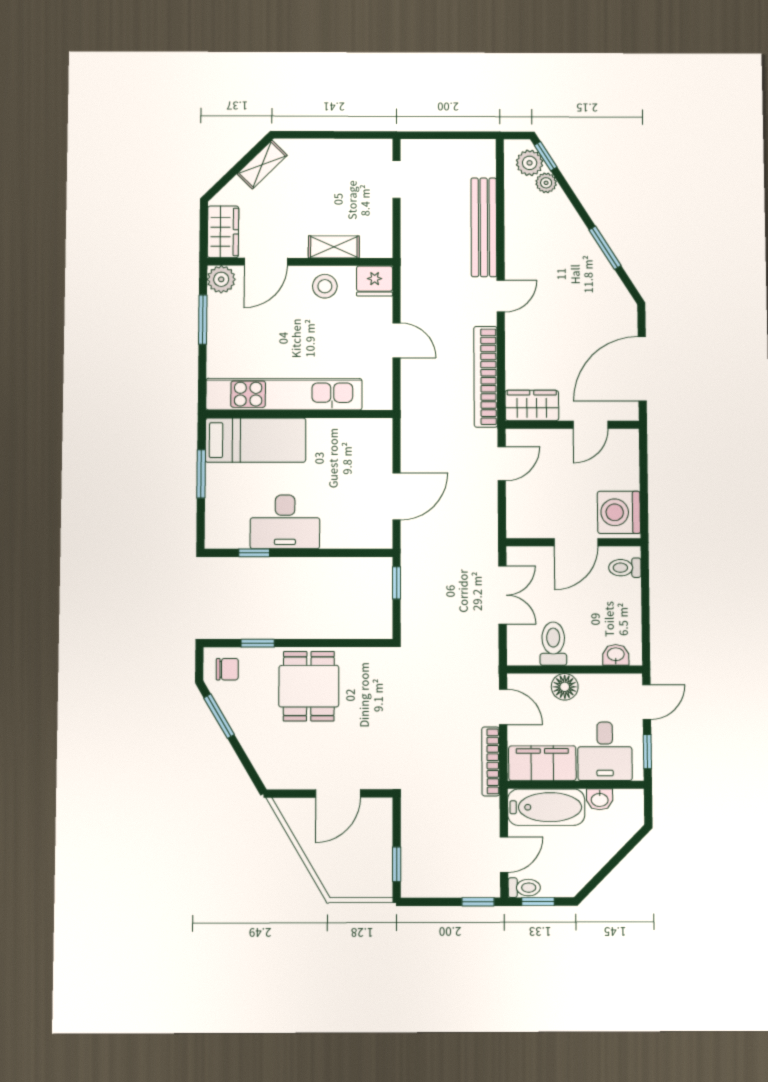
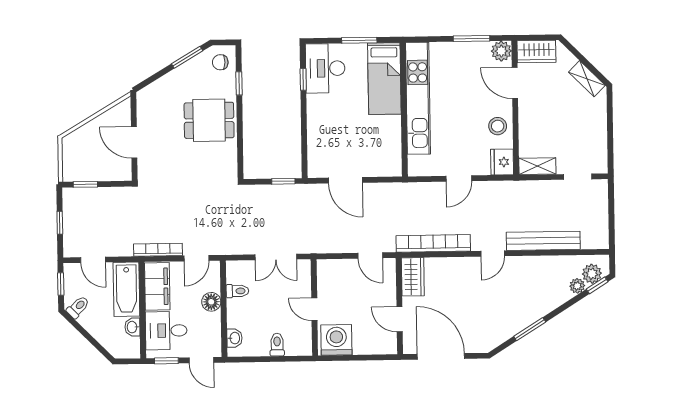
shelving: (334, 247) -> (537, 166), moved, turned 90
door: (501, 296) -> (493, 254), hinge flipped
desk: (285, 522) -> (325, 68), moved
door: (576, 542) -> (314, 309), width x0.73
toilet: (625, 568) -> (277, 345), moved
toilet: (553, 644) -> (237, 291), width x0.73, depth x0.72
chair: (227, 669) -> (220, 62), turned 91
toilet: (524, 888) -> (78, 307), moved, turned -135
window: (478, 902) -> (60, 223), moved

